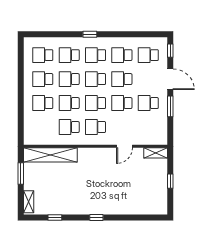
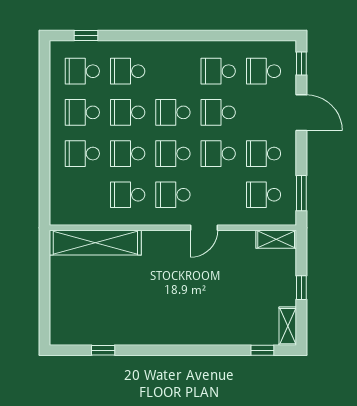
window: (90, 34) -> (86, 36), moved
school desk: (96, 55) -> (264, 195), moved
window: (170, 106) -> (301, 193), moved
door: (124, 146) -> (204, 228), moved
window: (21, 173) -> (44, 274), removed
shelving: (29, 202) -> (288, 326), moved
window: (96, 218) -> (262, 350), moved

